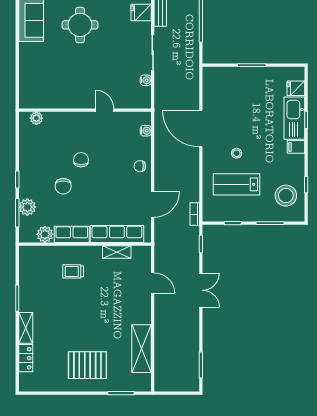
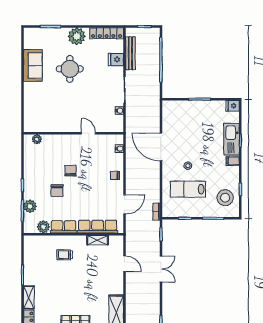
fridge: (296, 88) -> (233, 106), moved

